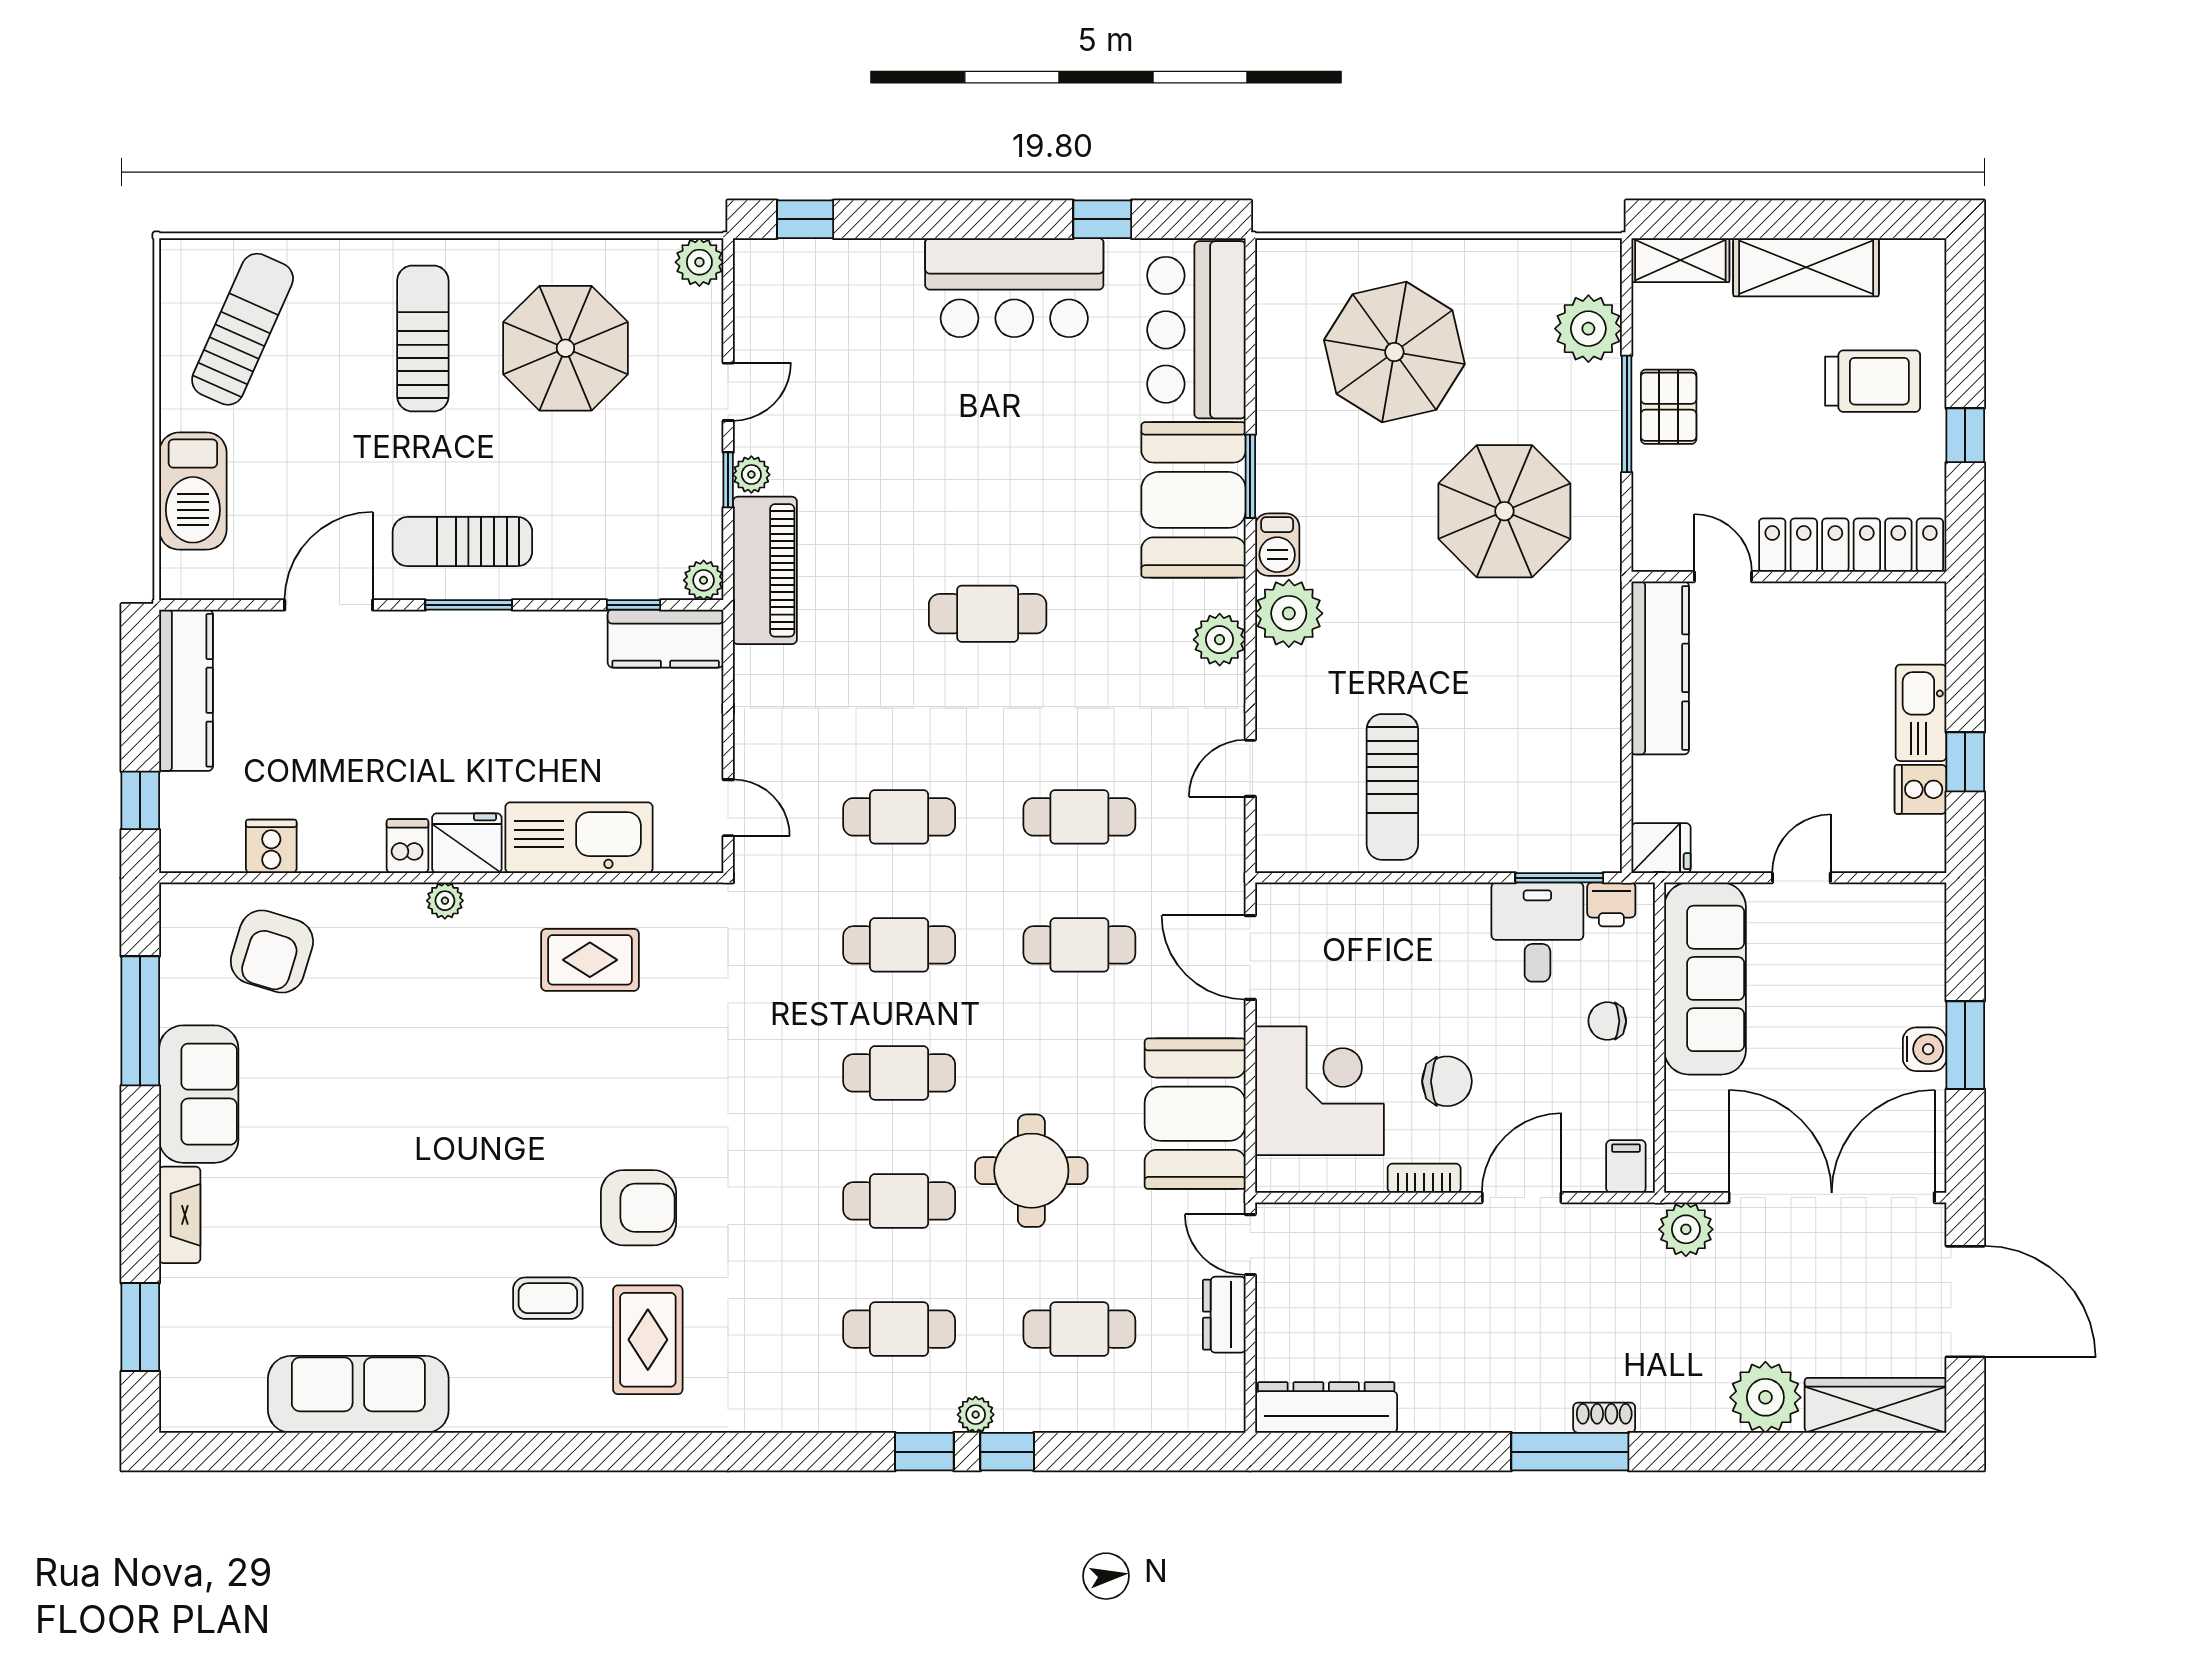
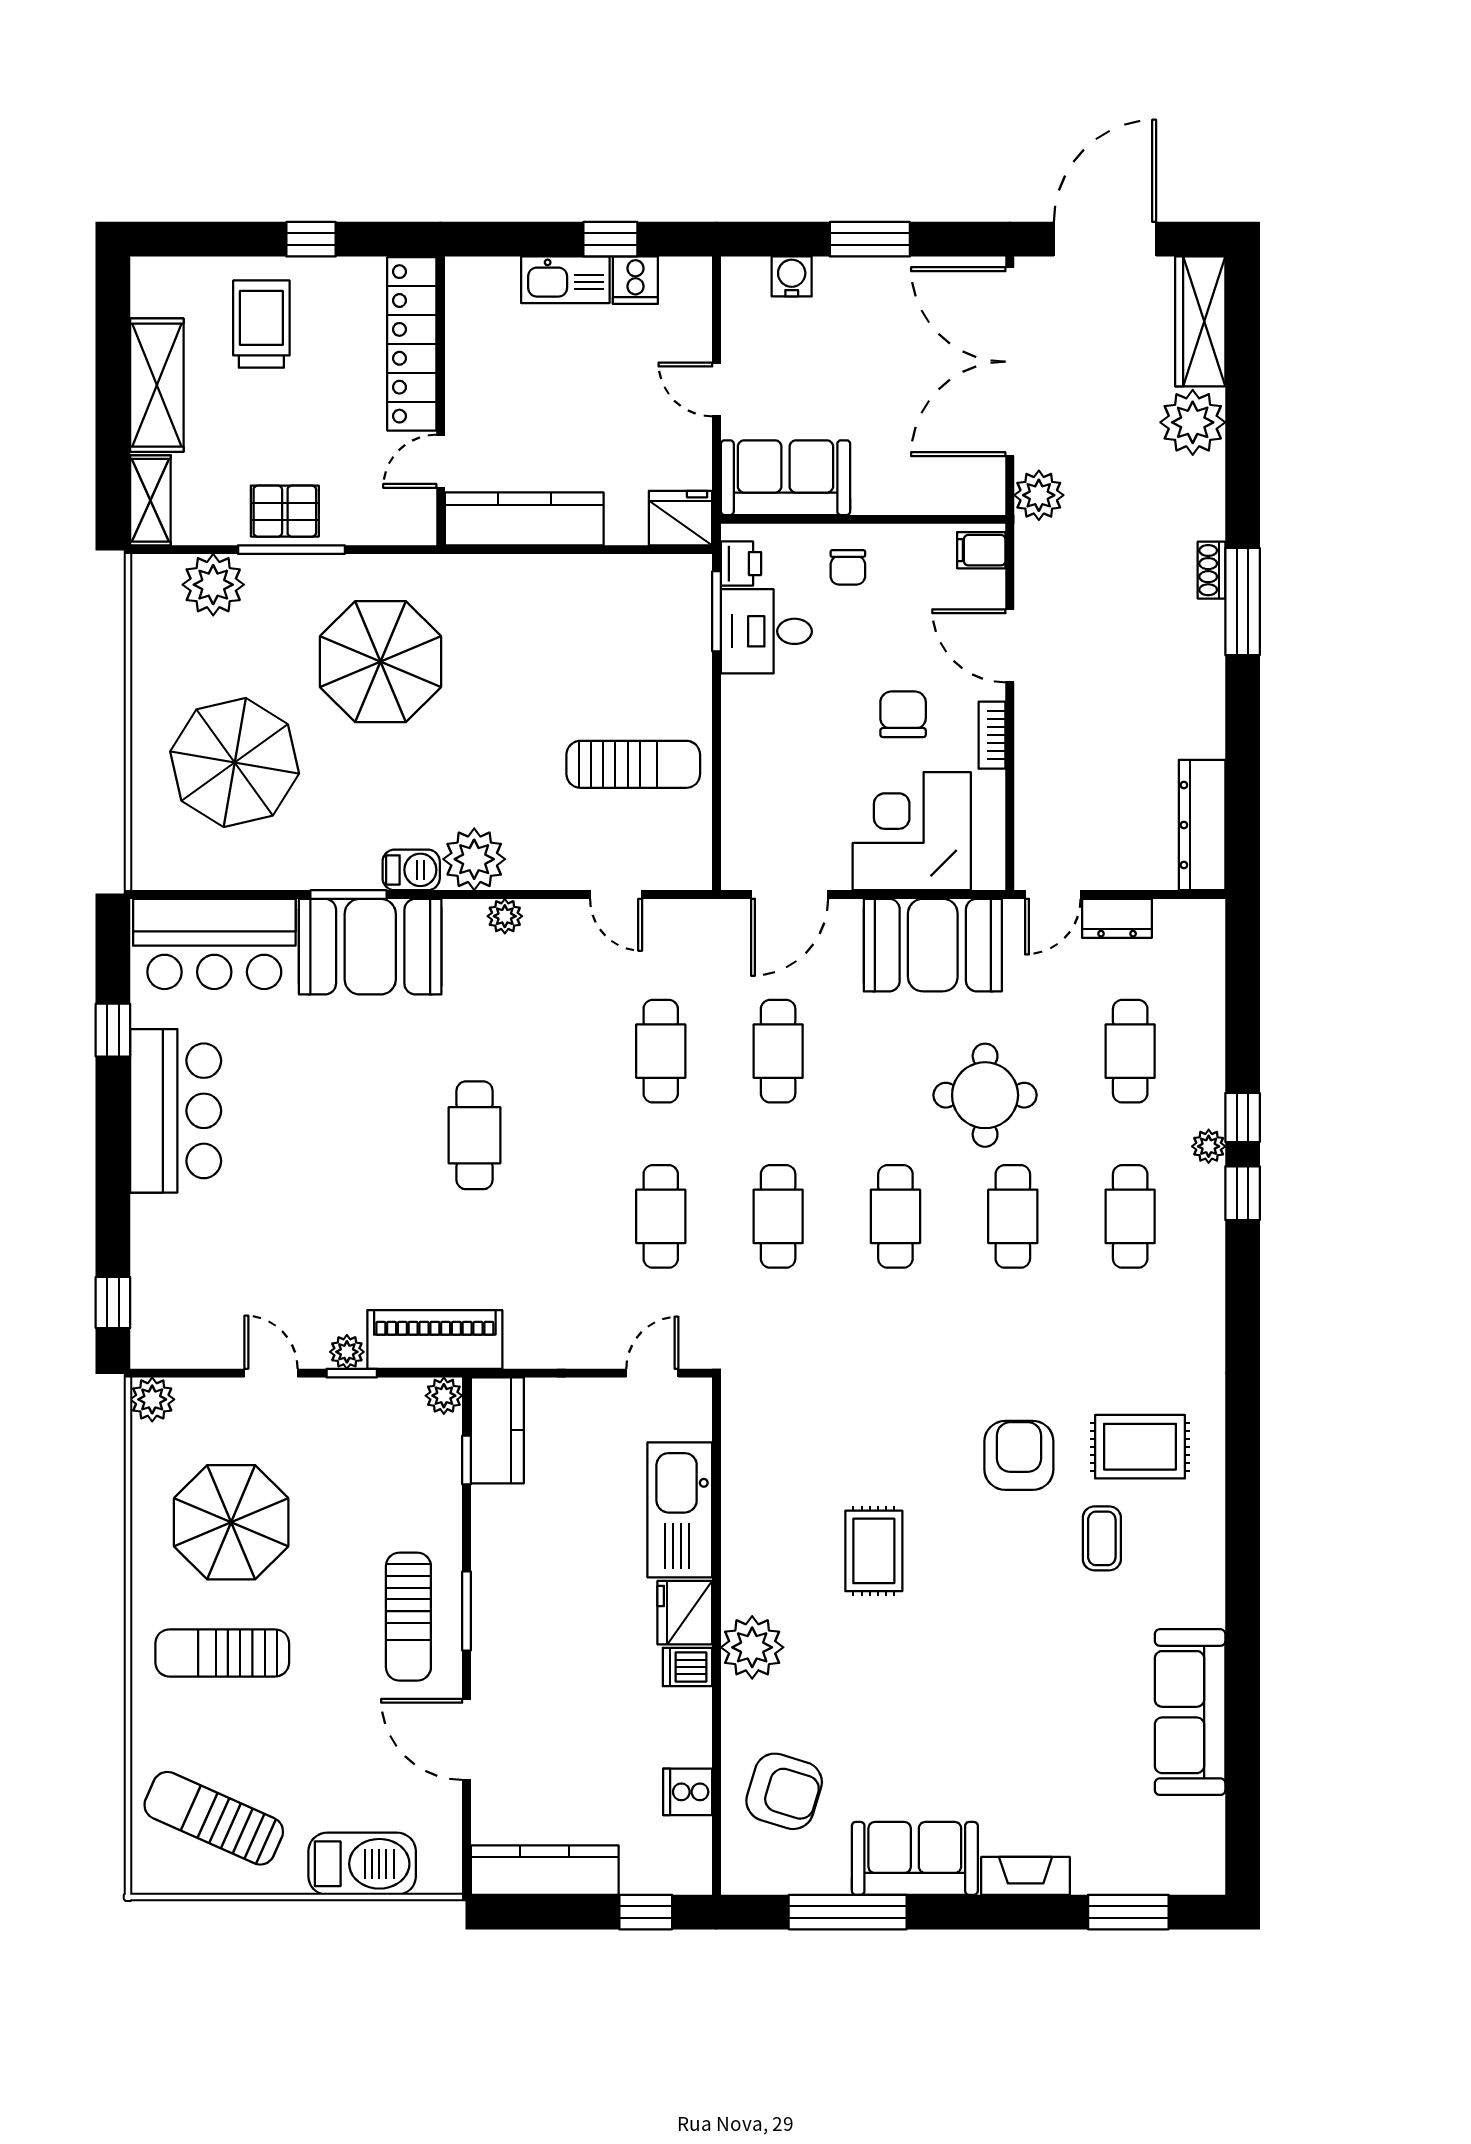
plant: (1220, 640) -> (505, 916), width x0.73, depth x0.73
fridge: (1661, 848) -> (681, 518), width x1.38
plant: (445, 901) -> (752, 1647), width x1.87, depth x1.87
rug: (590, 960) -> (874, 1551), moved
sofa: (1705, 978) -> (786, 478), width x0.73
water cooler: (1925, 1049) -> (792, 276), moved

